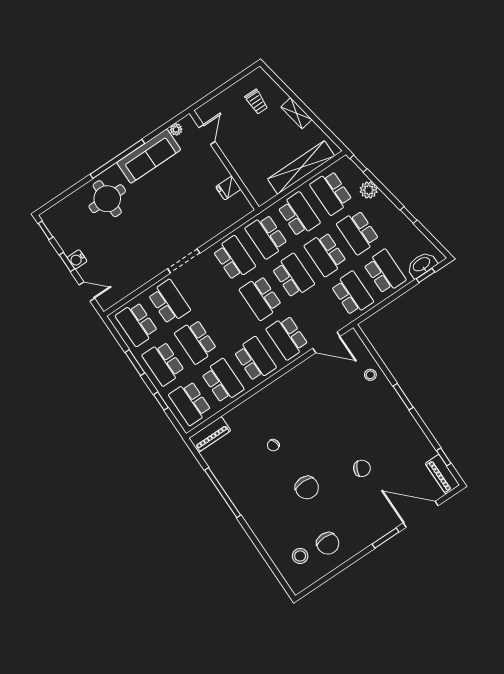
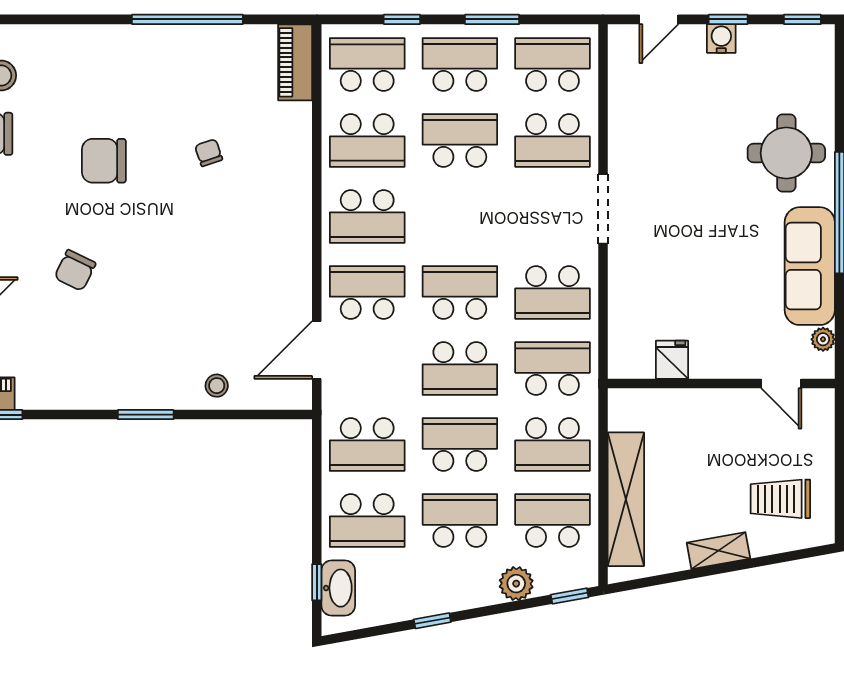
trolley: (256, 102) -> (780, 499), width x1.36, depth x1.39

